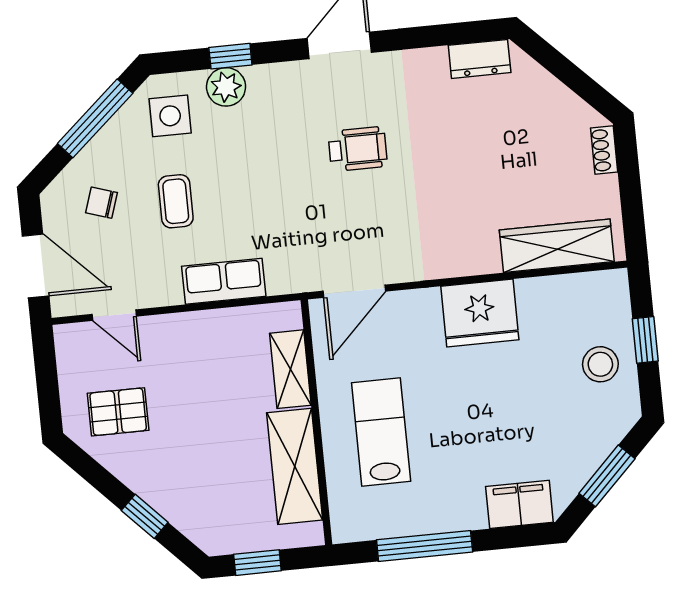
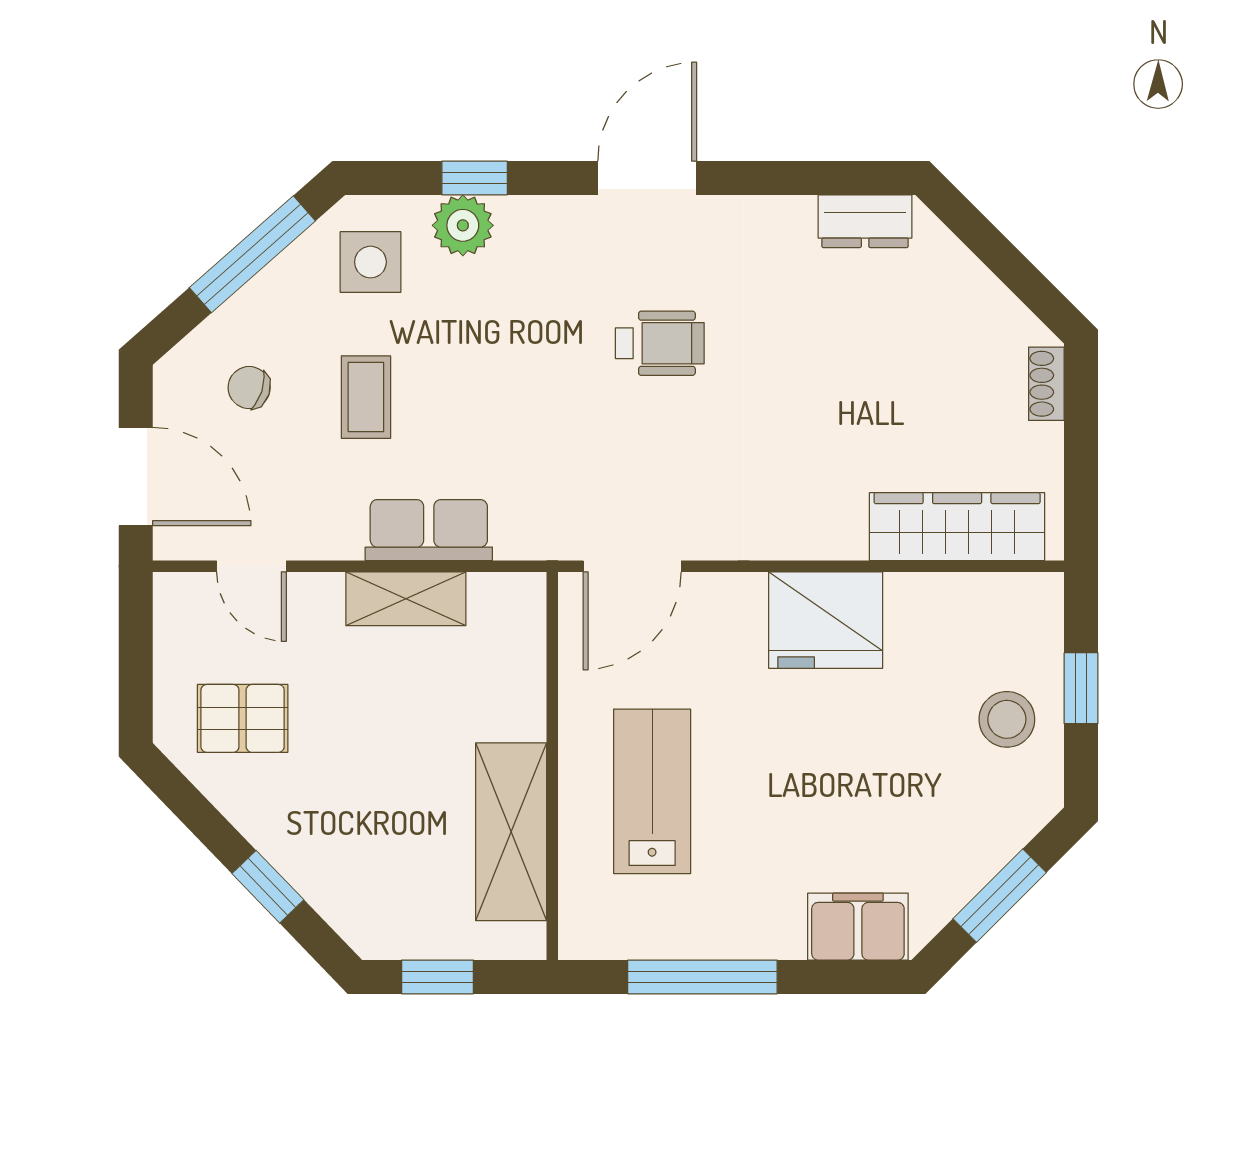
shelving: (290, 369) -> (406, 599), moved, turned 90

